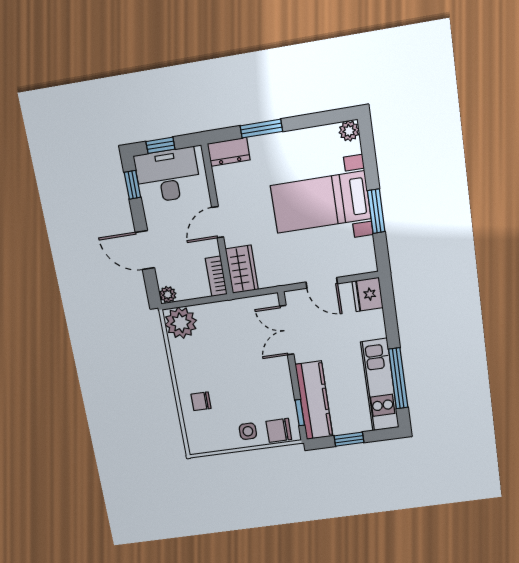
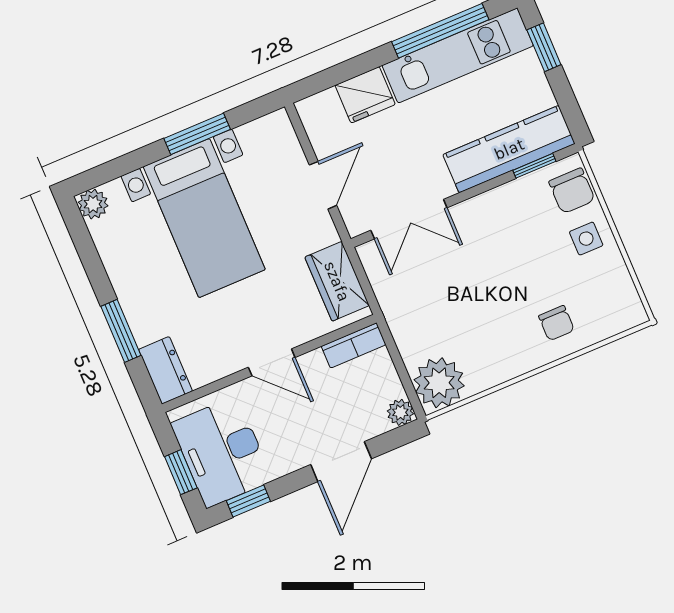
wardrobe: (242, 269) -> (337, 281), moved, turned -90
fridge: (368, 294) -> (365, 95), moved
window: (349, 439) -> (544, 47), moved

